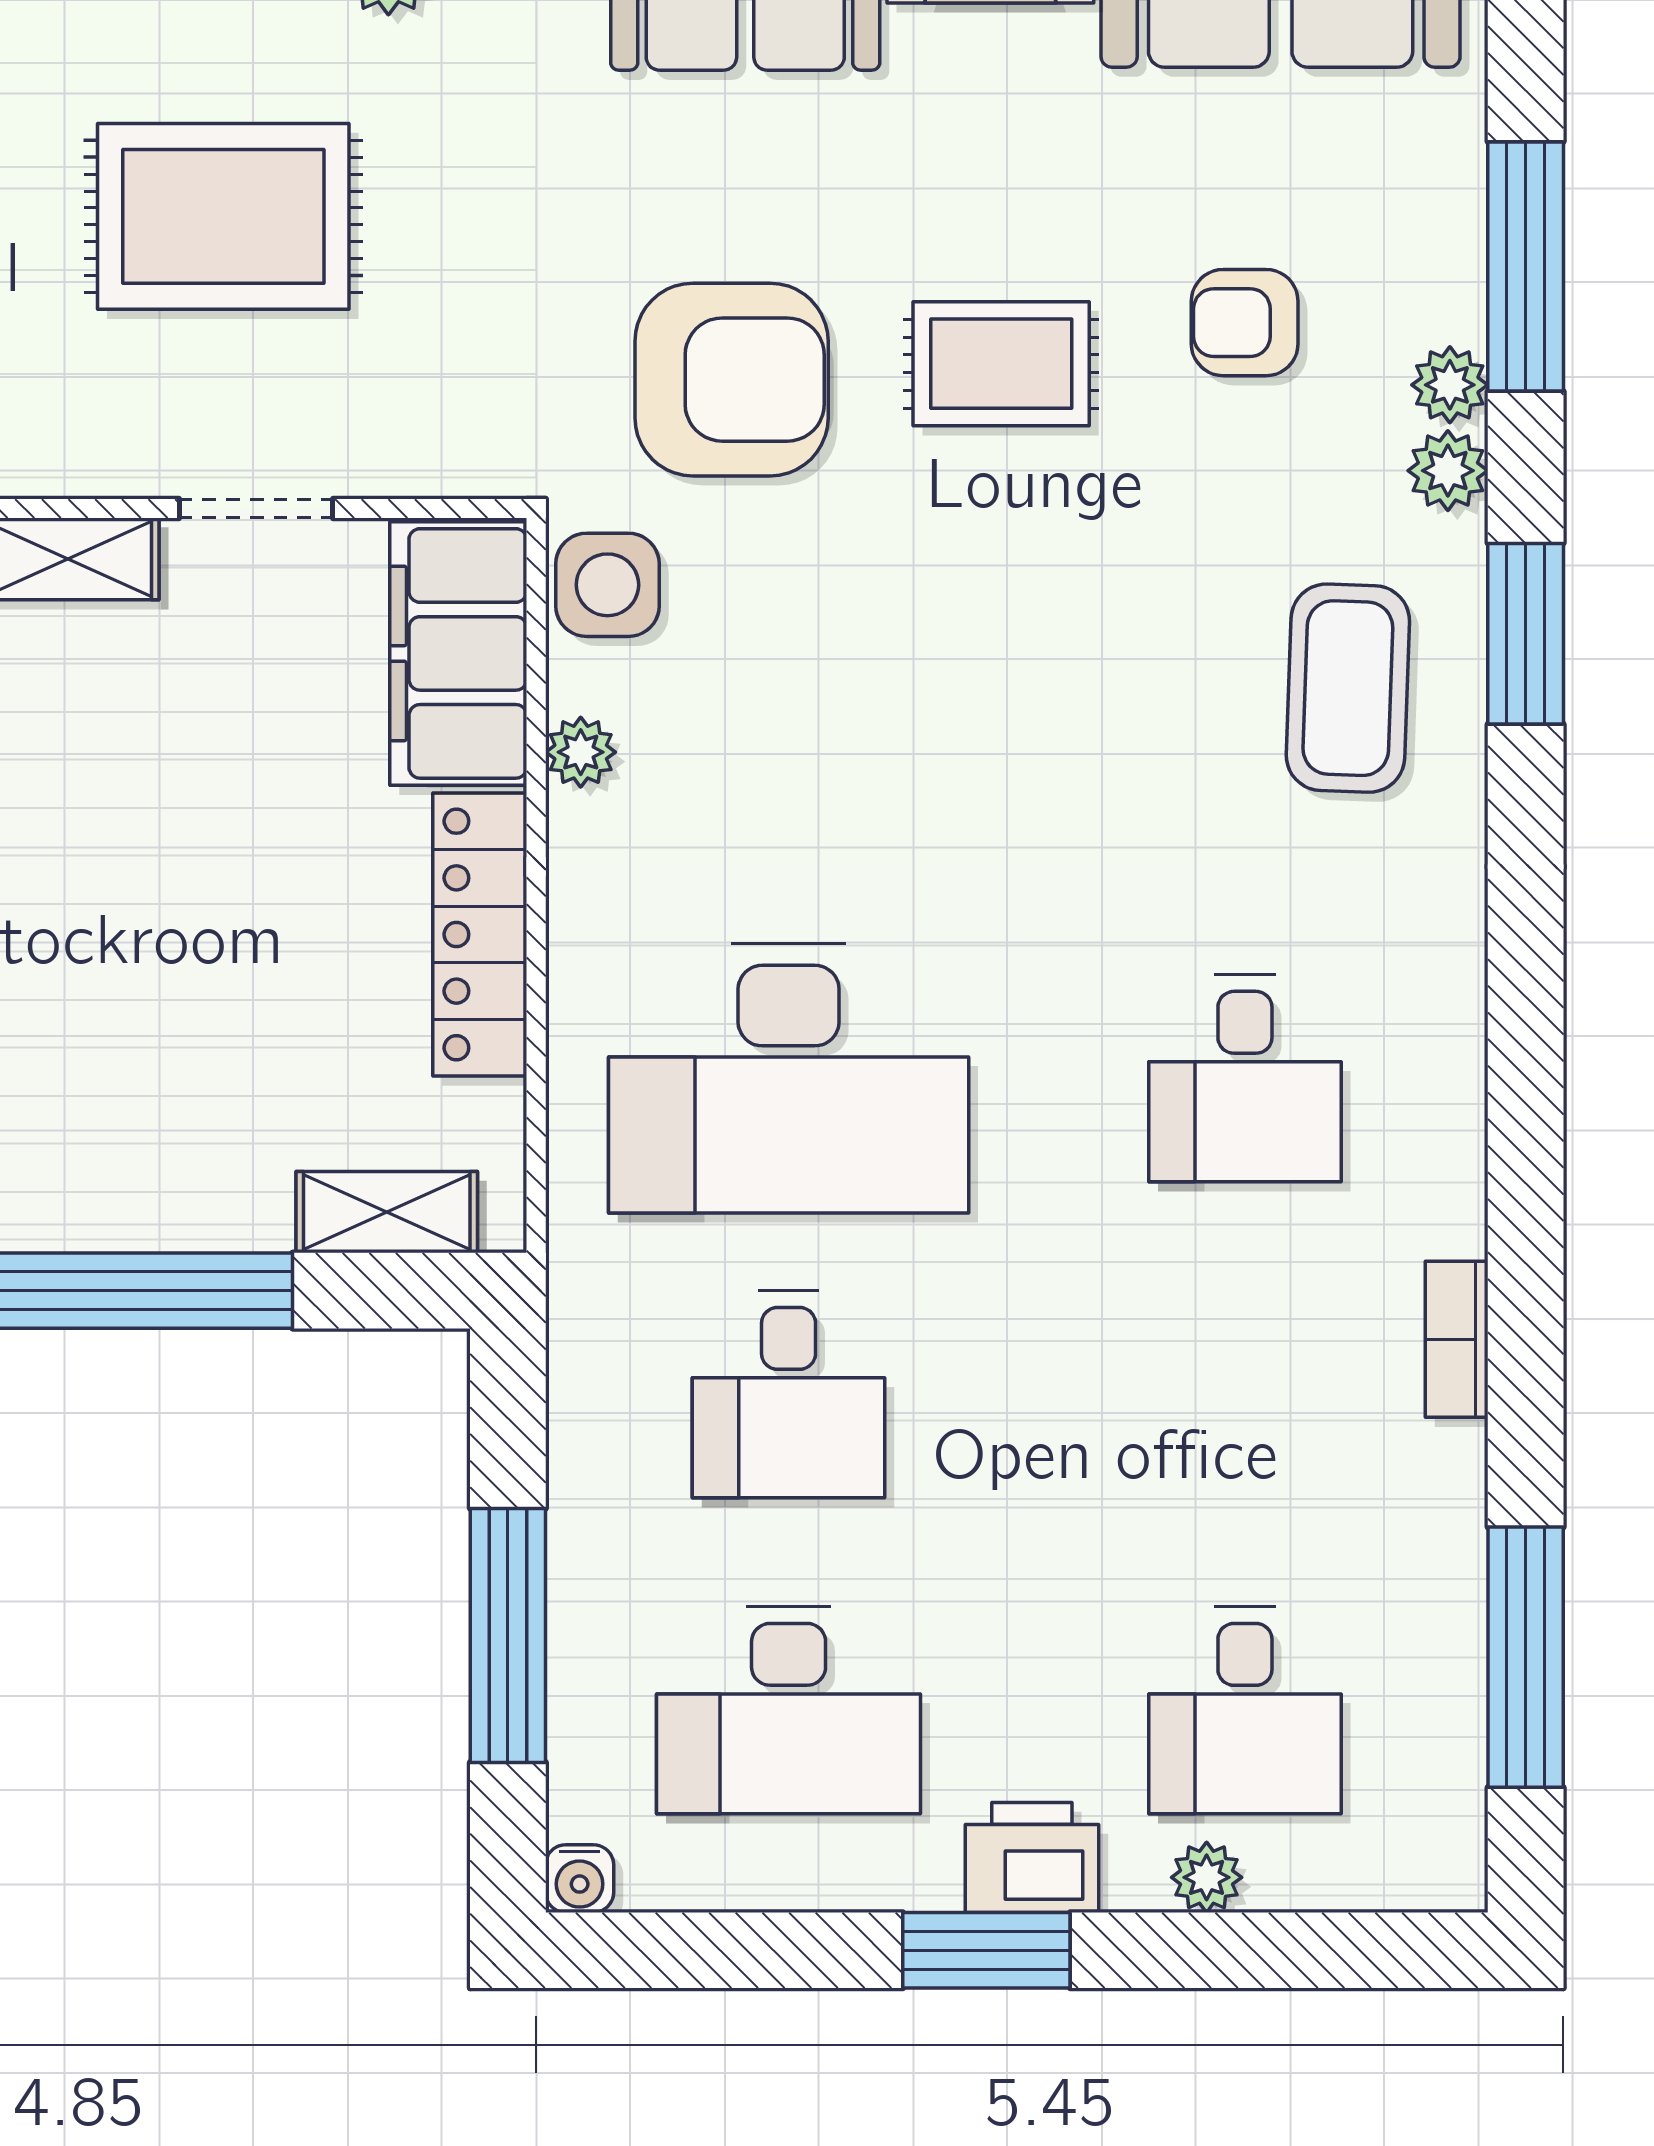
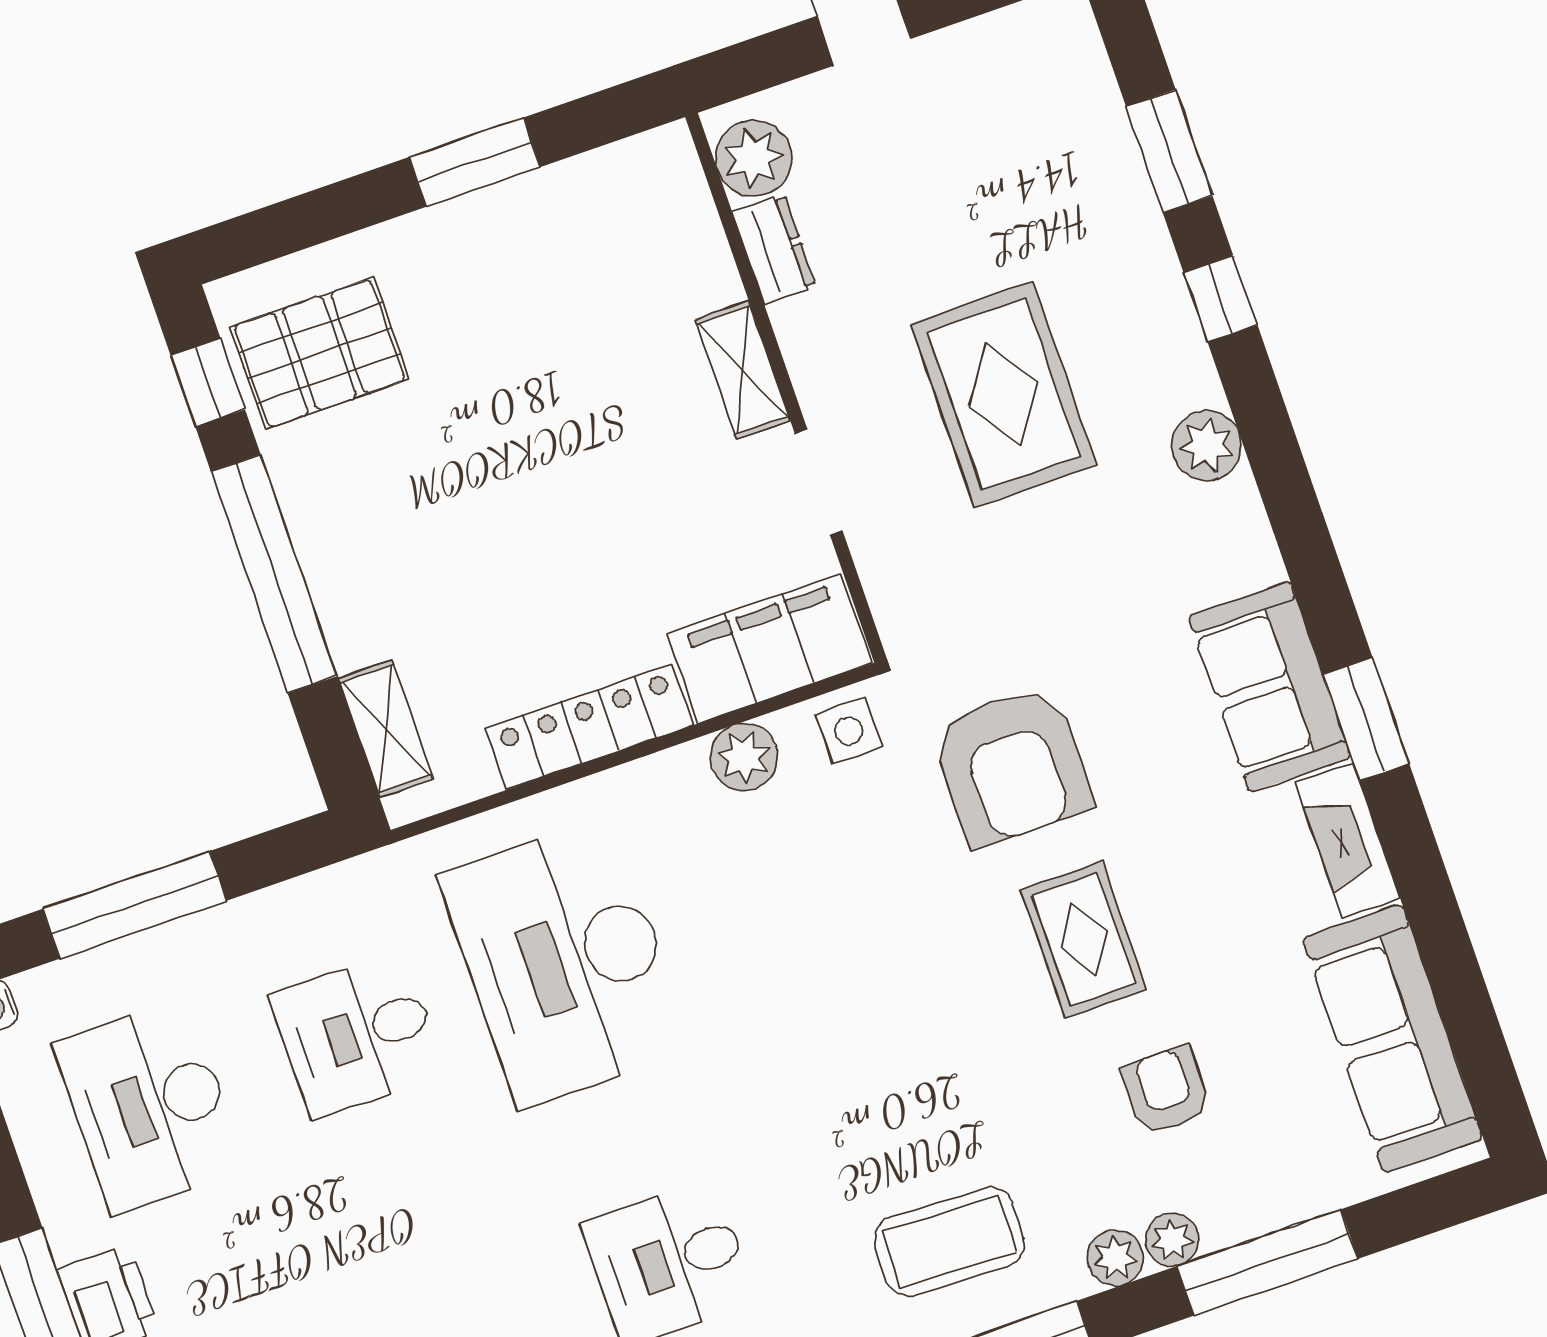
side table: (607, 585) -> (849, 731), width x0.73, depth x0.73
plant: (581, 752) -> (744, 757), width x1.38, depth x1.38

